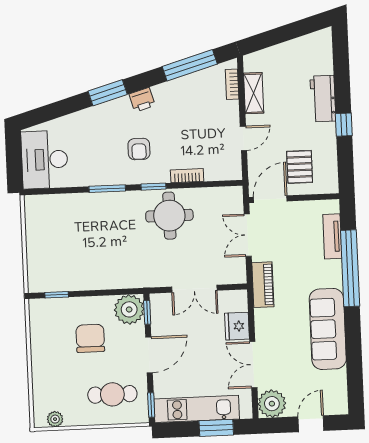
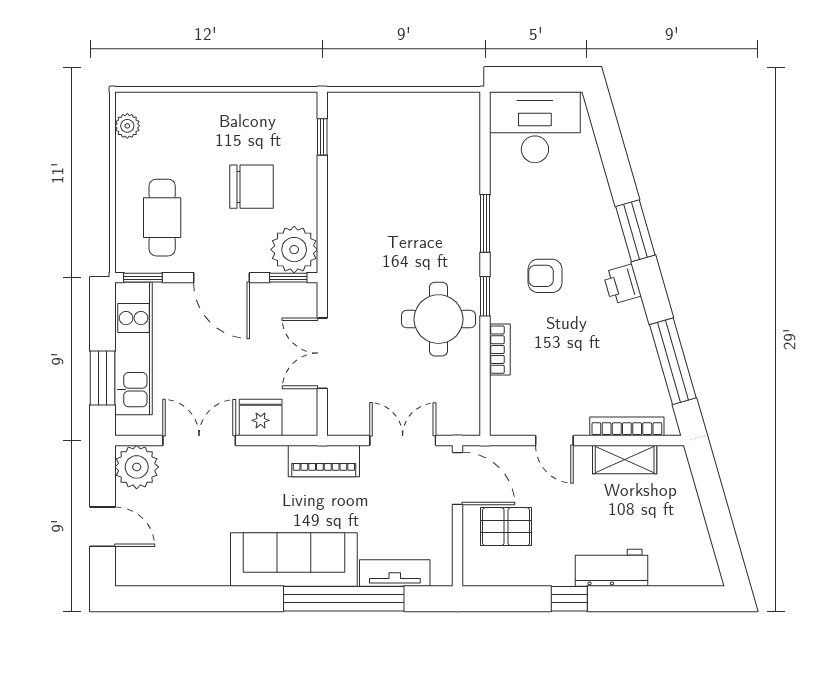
bookcase: (232, 84) -> (627, 426), width x1.56
sofa: (328, 329) -> (294, 560), moved

